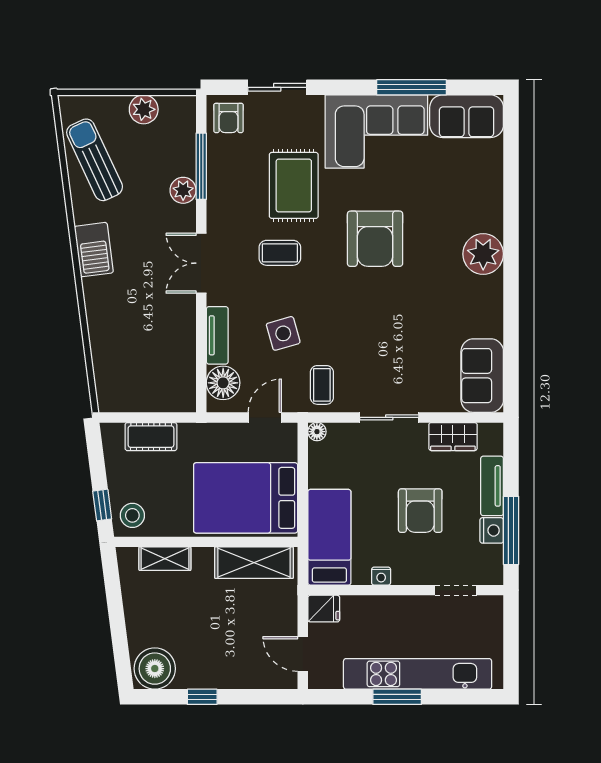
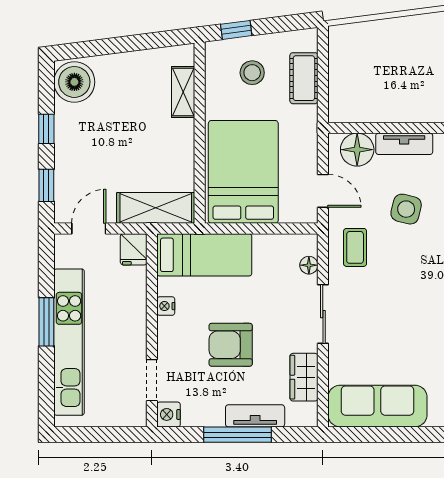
side table: (283, 333) -> (406, 209), turned 30
sofa: (482, 376) -> (377, 406), width x1.36
coffee table: (322, 385) -> (355, 247), turned 90
floor lamp: (317, 432) -> (309, 265), moved
stool: (132, 515) -> (252, 73), moved
nightstand: (492, 530) -> (169, 414), moved, turned 90
window: (511, 530) -> (237, 435), moved
shelving: (254, 563) -> (156, 208), moved, turned 90
window: (259, 697) -> (46, 185), added

